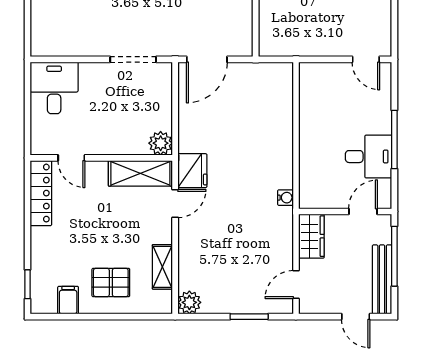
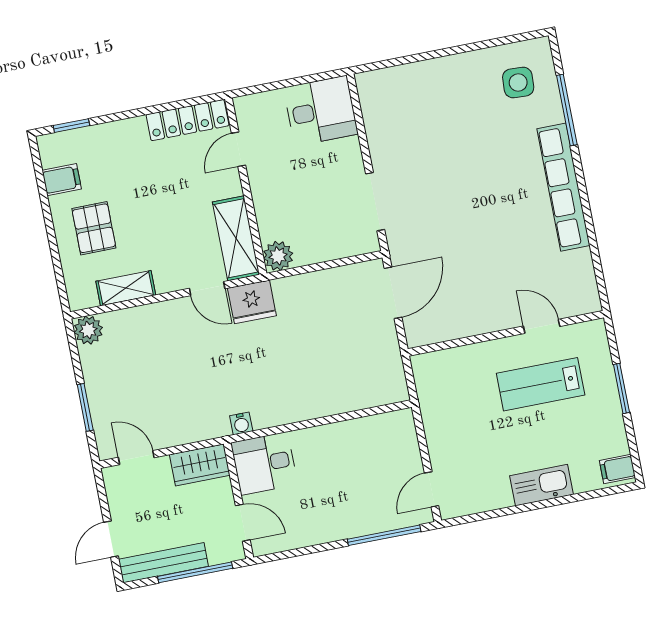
door: (207, 59) -> (393, 293), swing flipped
window: (394, 139) -> (384, 535), moved
desk: (369, 157) -> (264, 463), moved, turned 90

